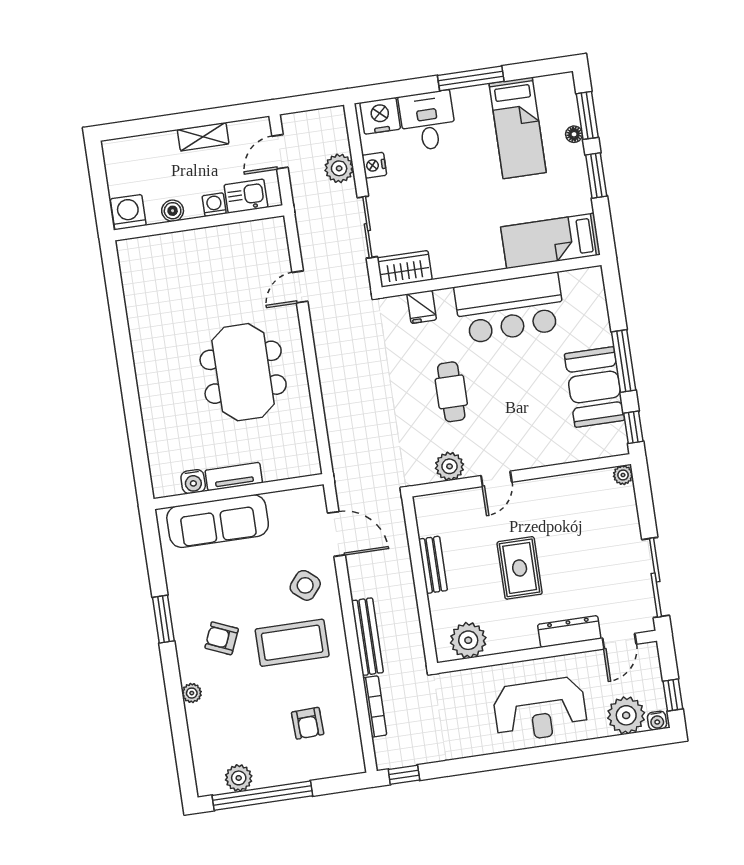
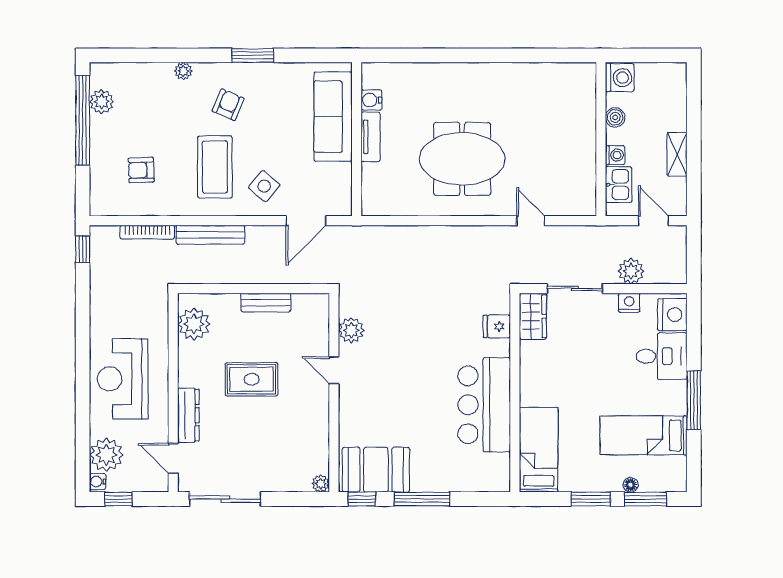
booth: (594, 387) -> (376, 470), moved
cafe table: (451, 392) -> (417, 342), removed

